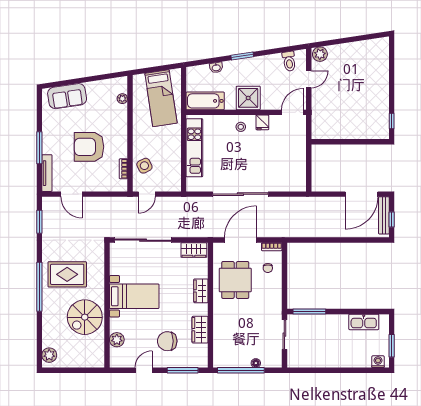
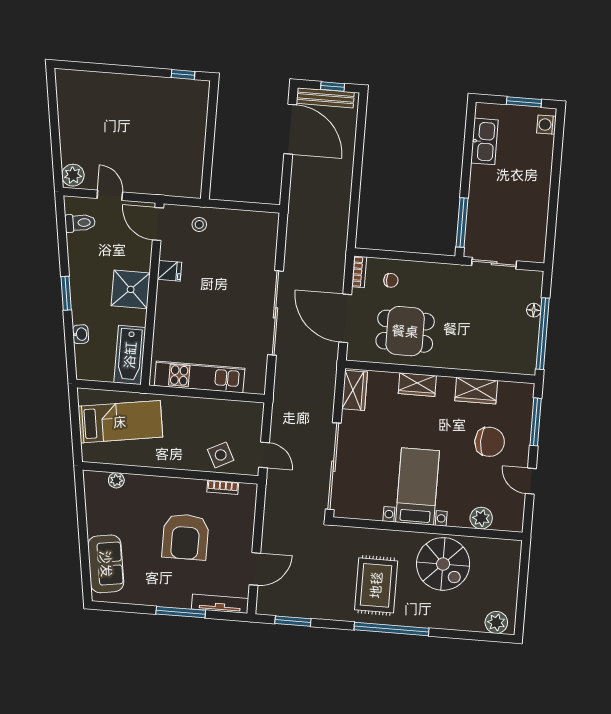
stool: (241, 127) -> (199, 224), moved
chair: (167, 341) -> (490, 442), turned -90

